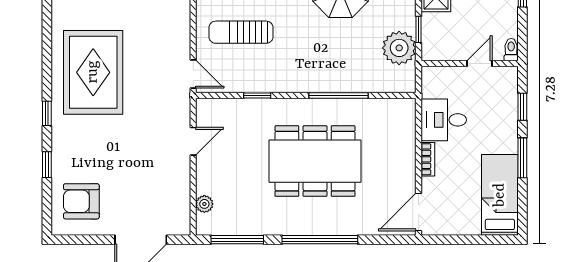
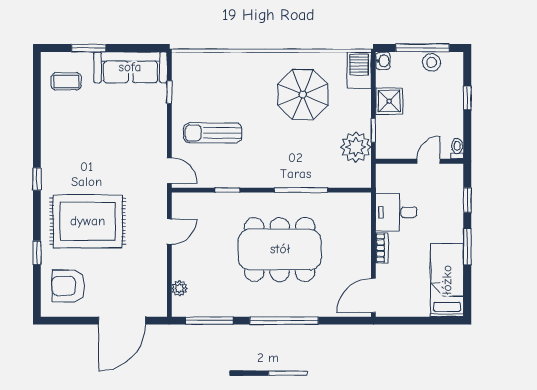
rug: (93, 72) -> (88, 221), moved, turned 90
window: (47, 113) -> (37, 179), moved

